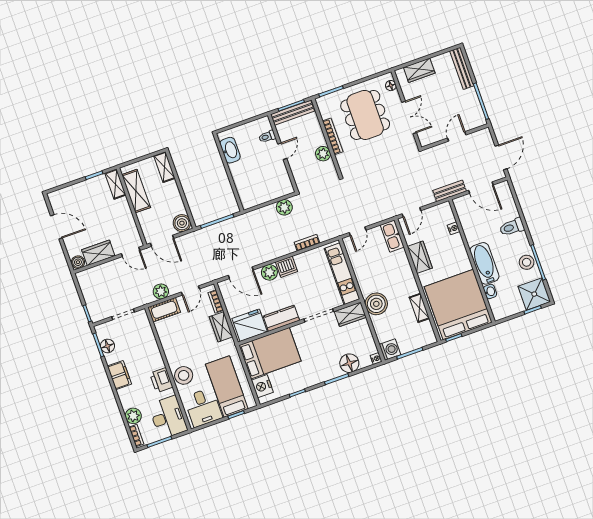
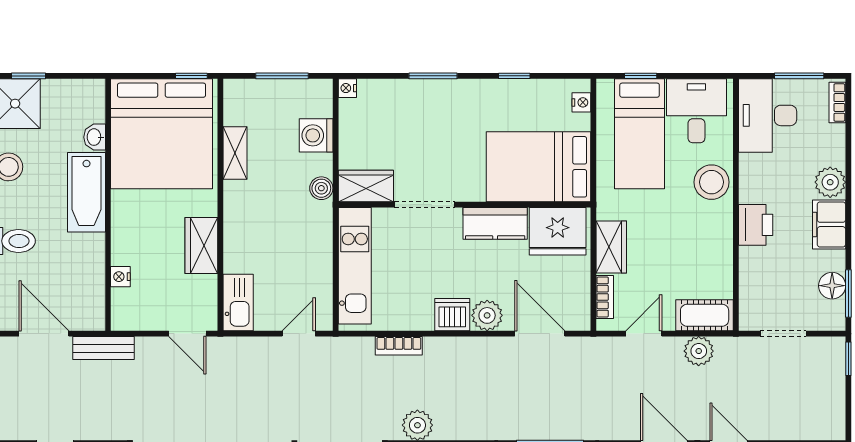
door: (411, 212) -> (187, 334), swing flipped
boiler: (376, 304) -> (321, 188), width x0.54, depth x0.54
washing machine: (390, 350) -> (316, 135), moved
floor lamp: (349, 363) -> (399, 97), removed
printer: (161, 380) -> (756, 225), moved
nightstand: (262, 386) -> (581, 102), width x0.53, depth x0.56
plant: (133, 416) -> (830, 182), moved

